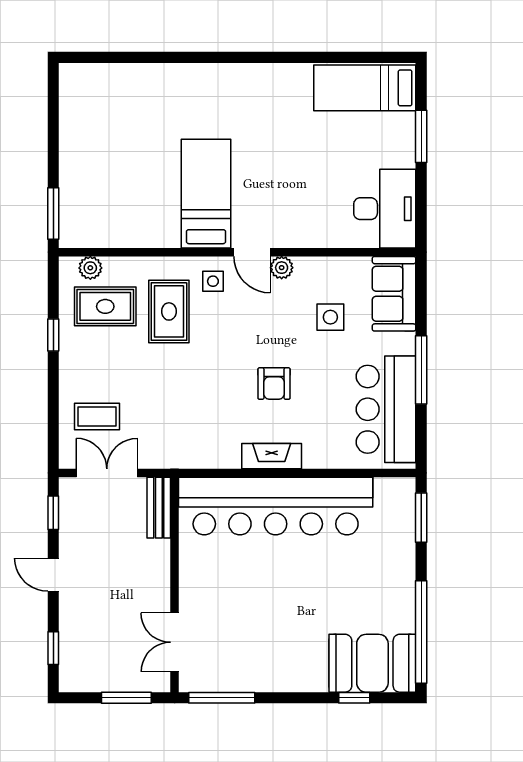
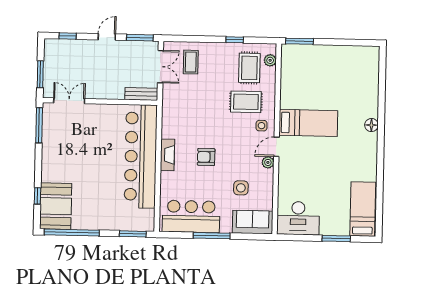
floor lamp: (207, 75) -> (371, 125), added
window: (53, 513) -> (140, 38), width x1.50

